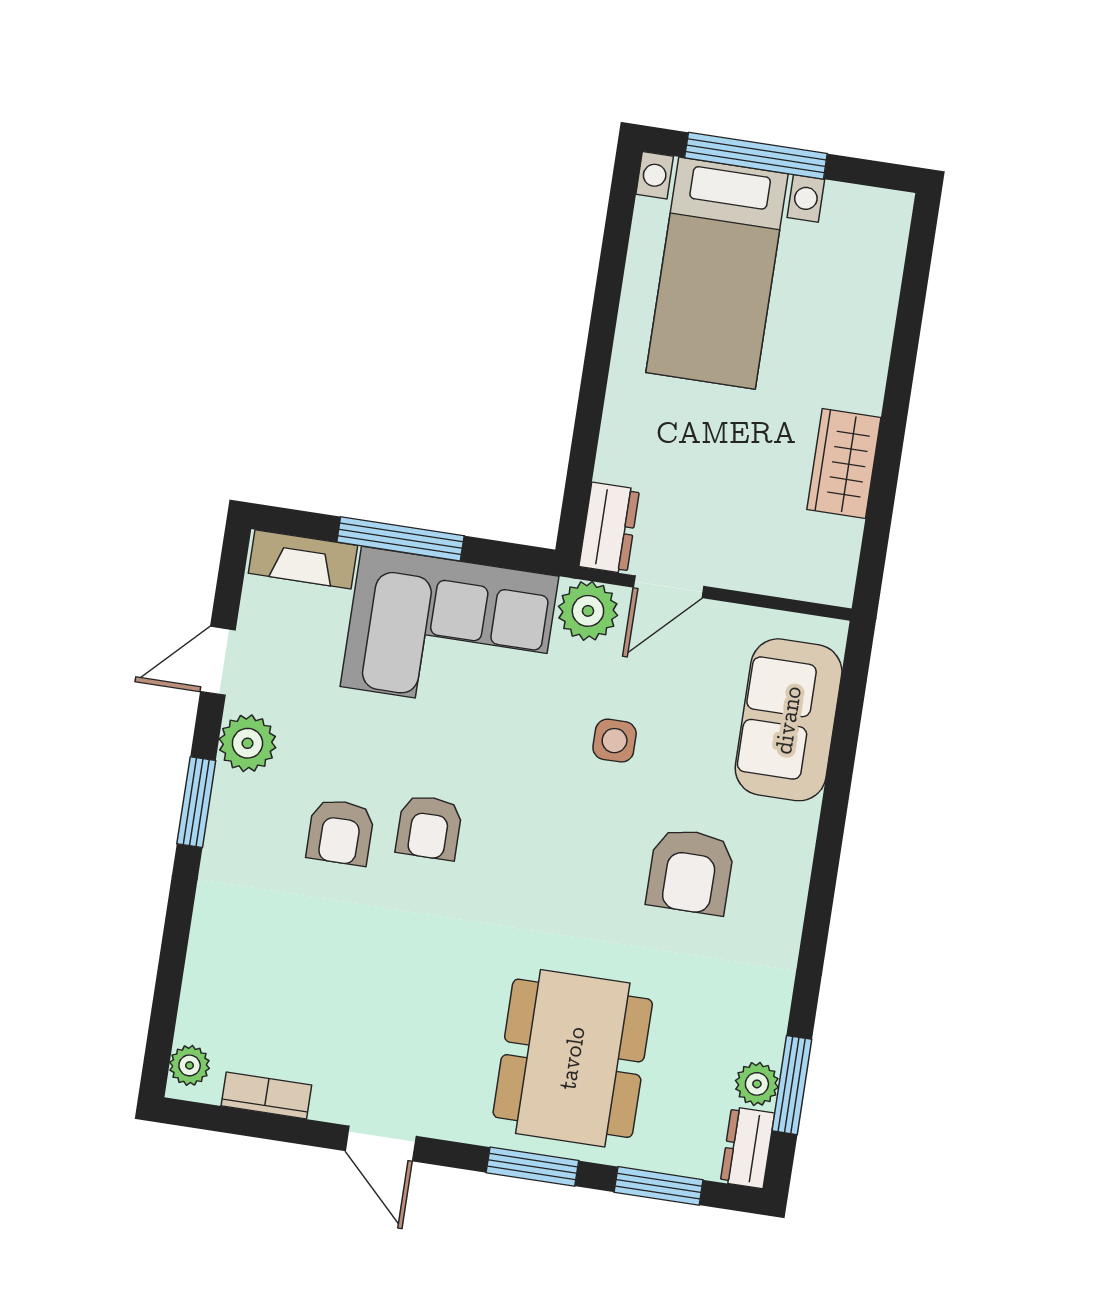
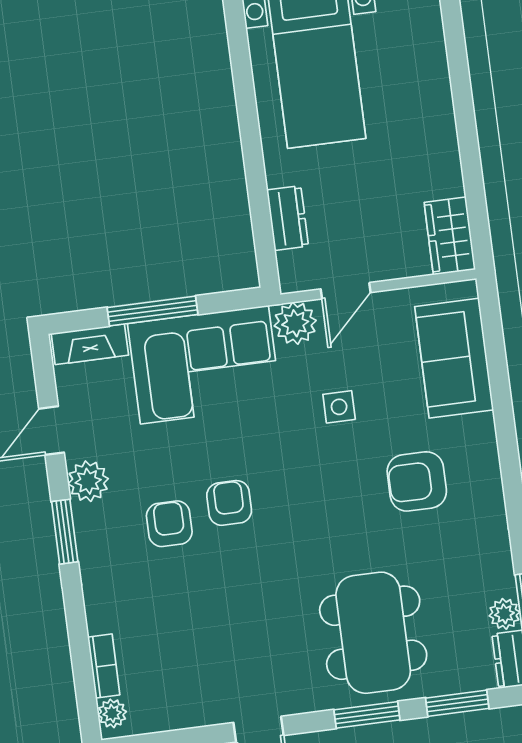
wardrobe: (844, 464) -> (450, 236), moved
dresser: (609, 528) -> (288, 218), moved
armchair: (429, 827) -> (229, 503), turned 180
armchair: (340, 832) -> (169, 524), turned 180
armchair: (690, 871) -> (417, 481), turned 90
bookcase: (266, 1095) -> (104, 666), moved, turned 90

